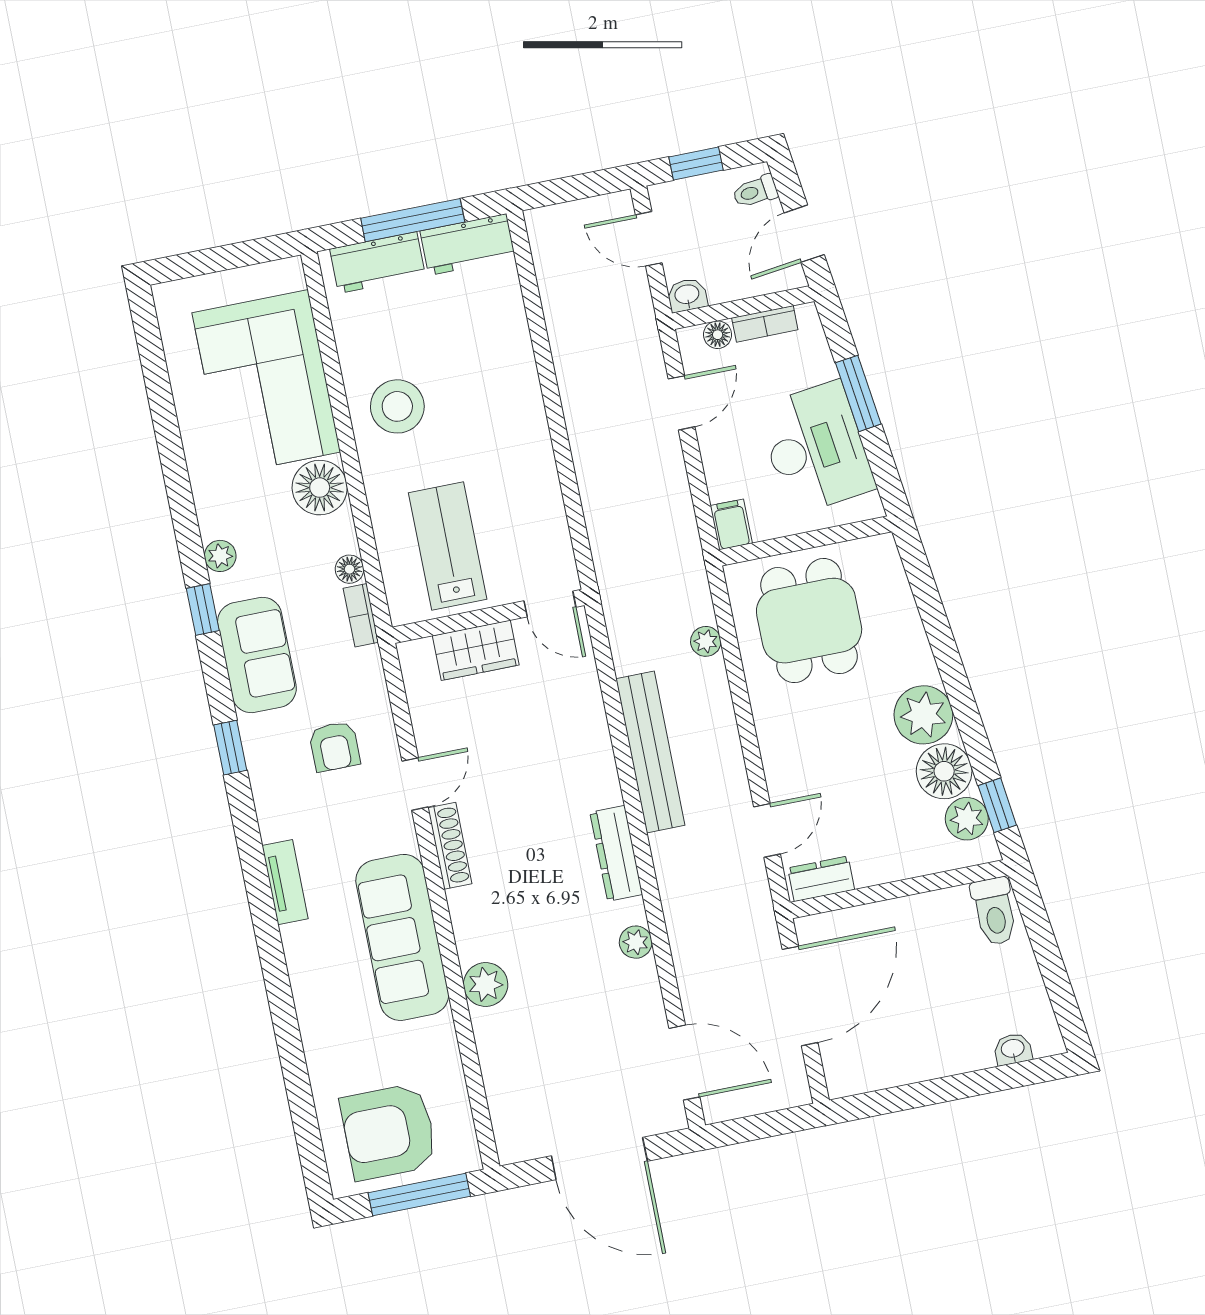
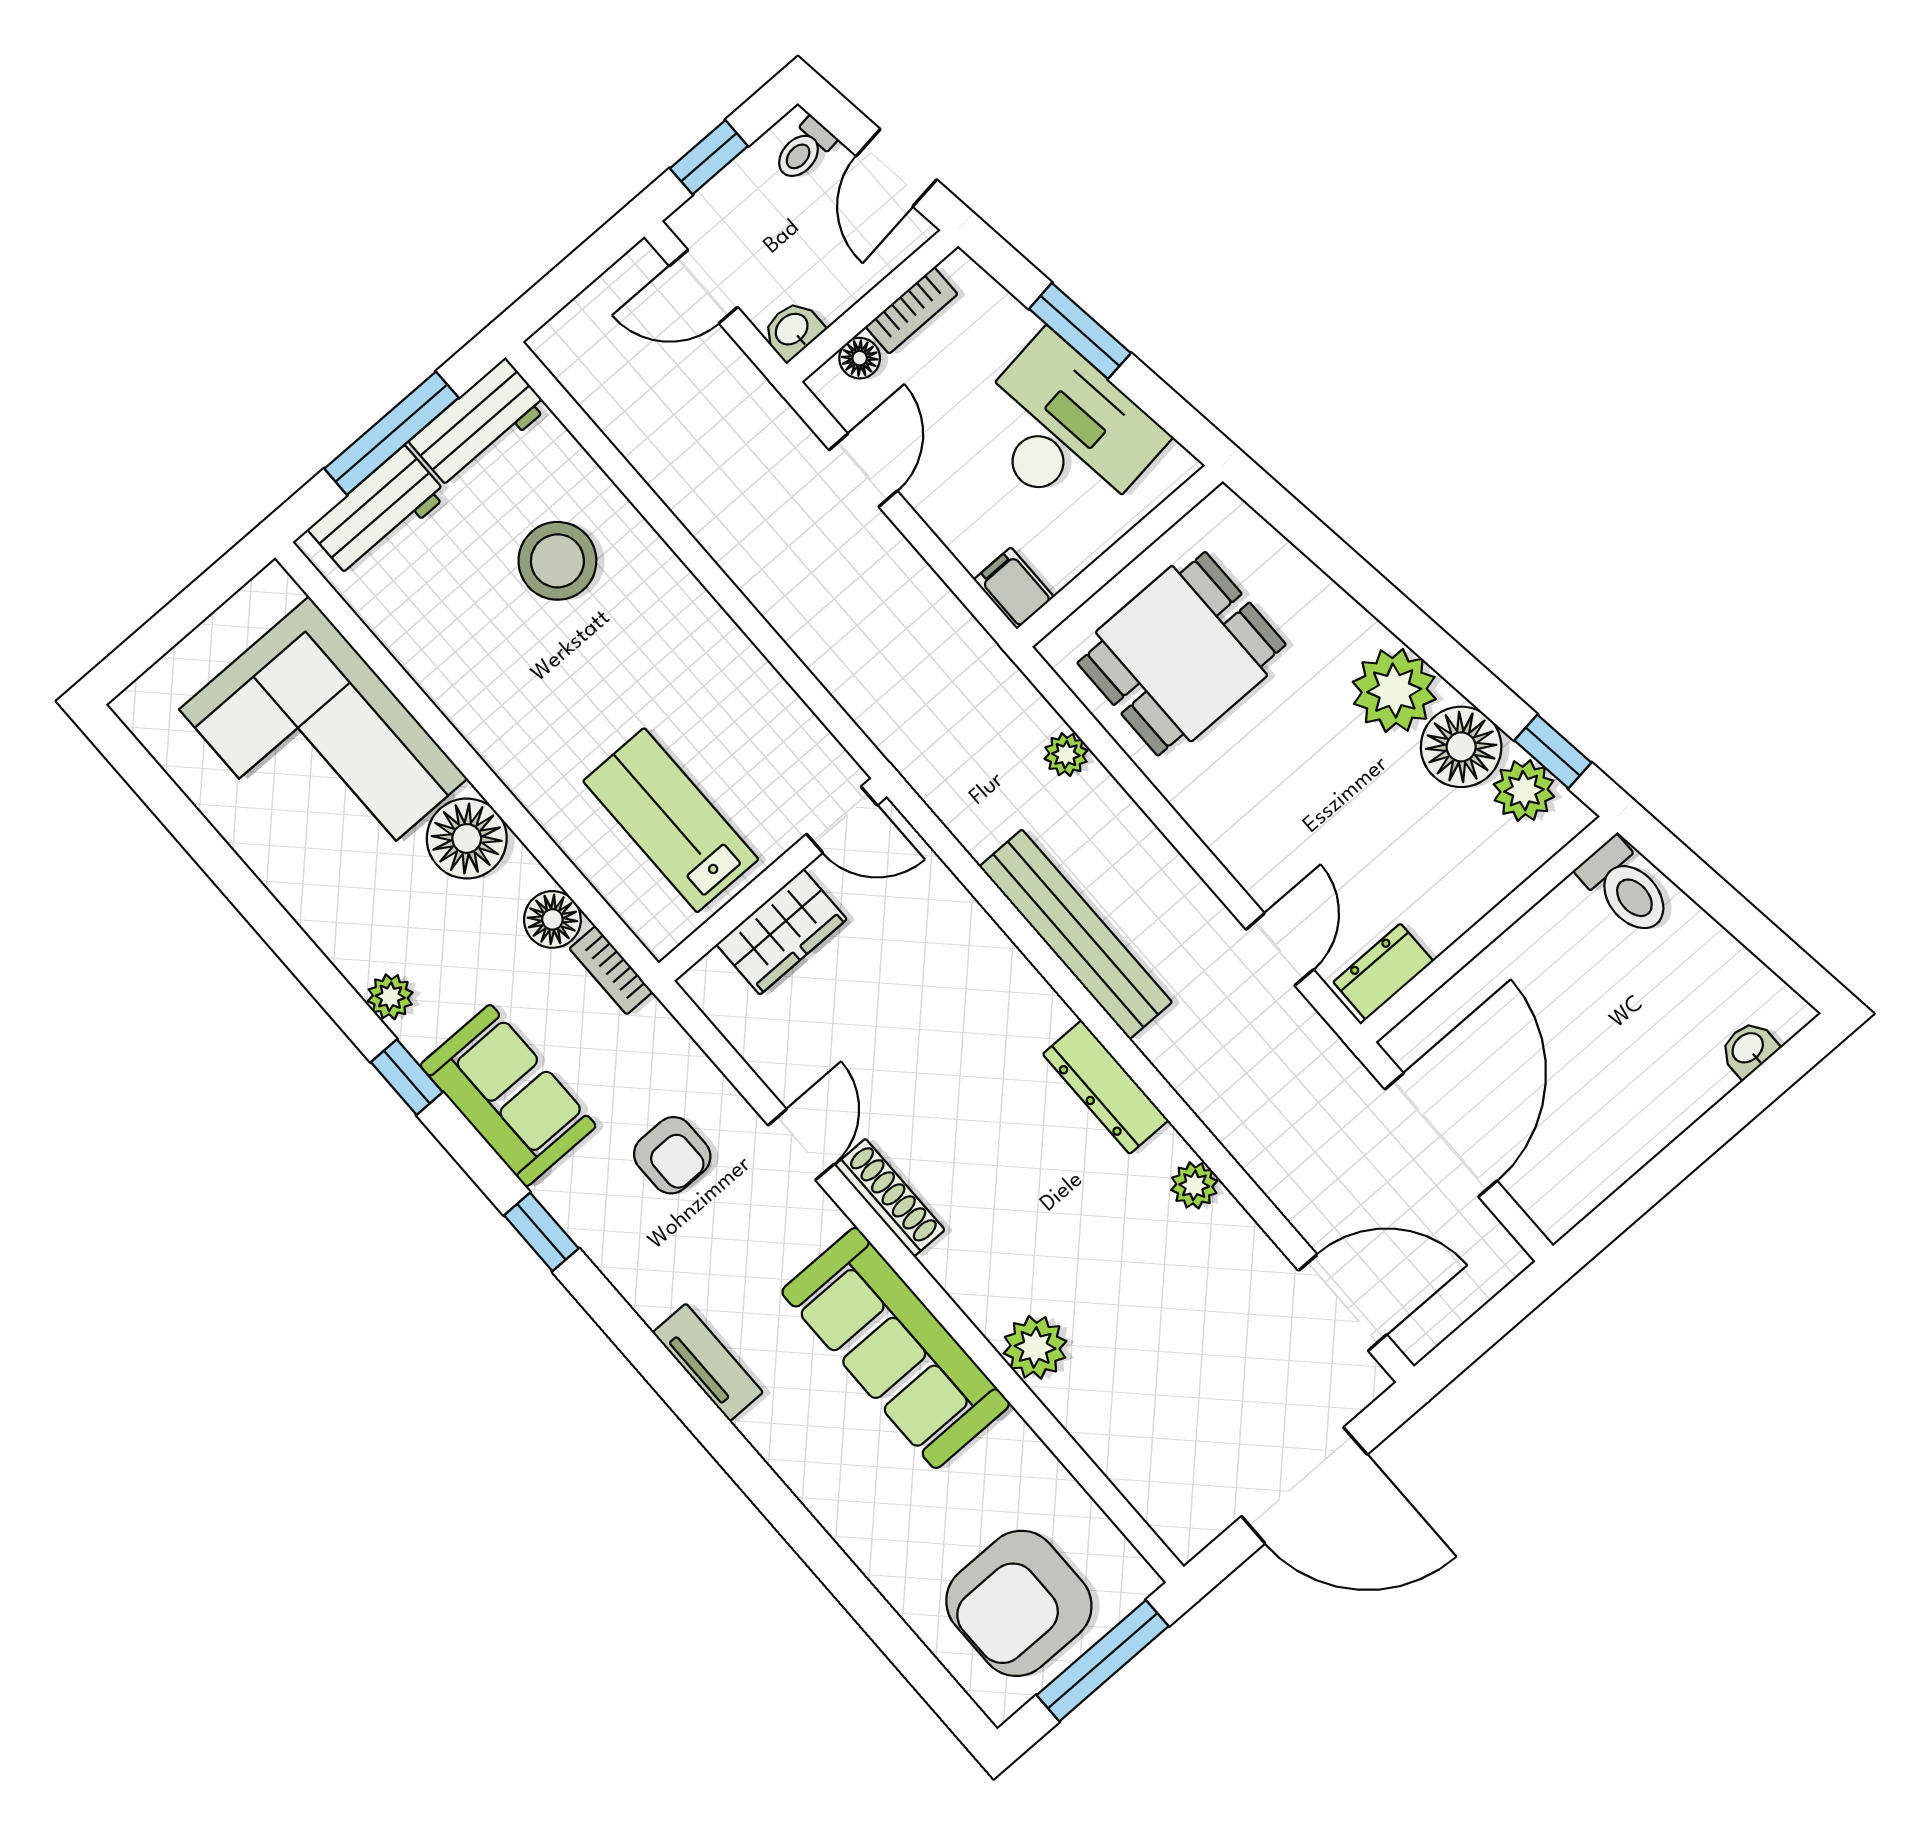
stool: (397, 406) -> (557, 561), moved
floor lamp: (349, 569) -> (552, 919), width x1.37, depth x1.37
dining table: (809, 621) -> (1182, 654), turned 90

